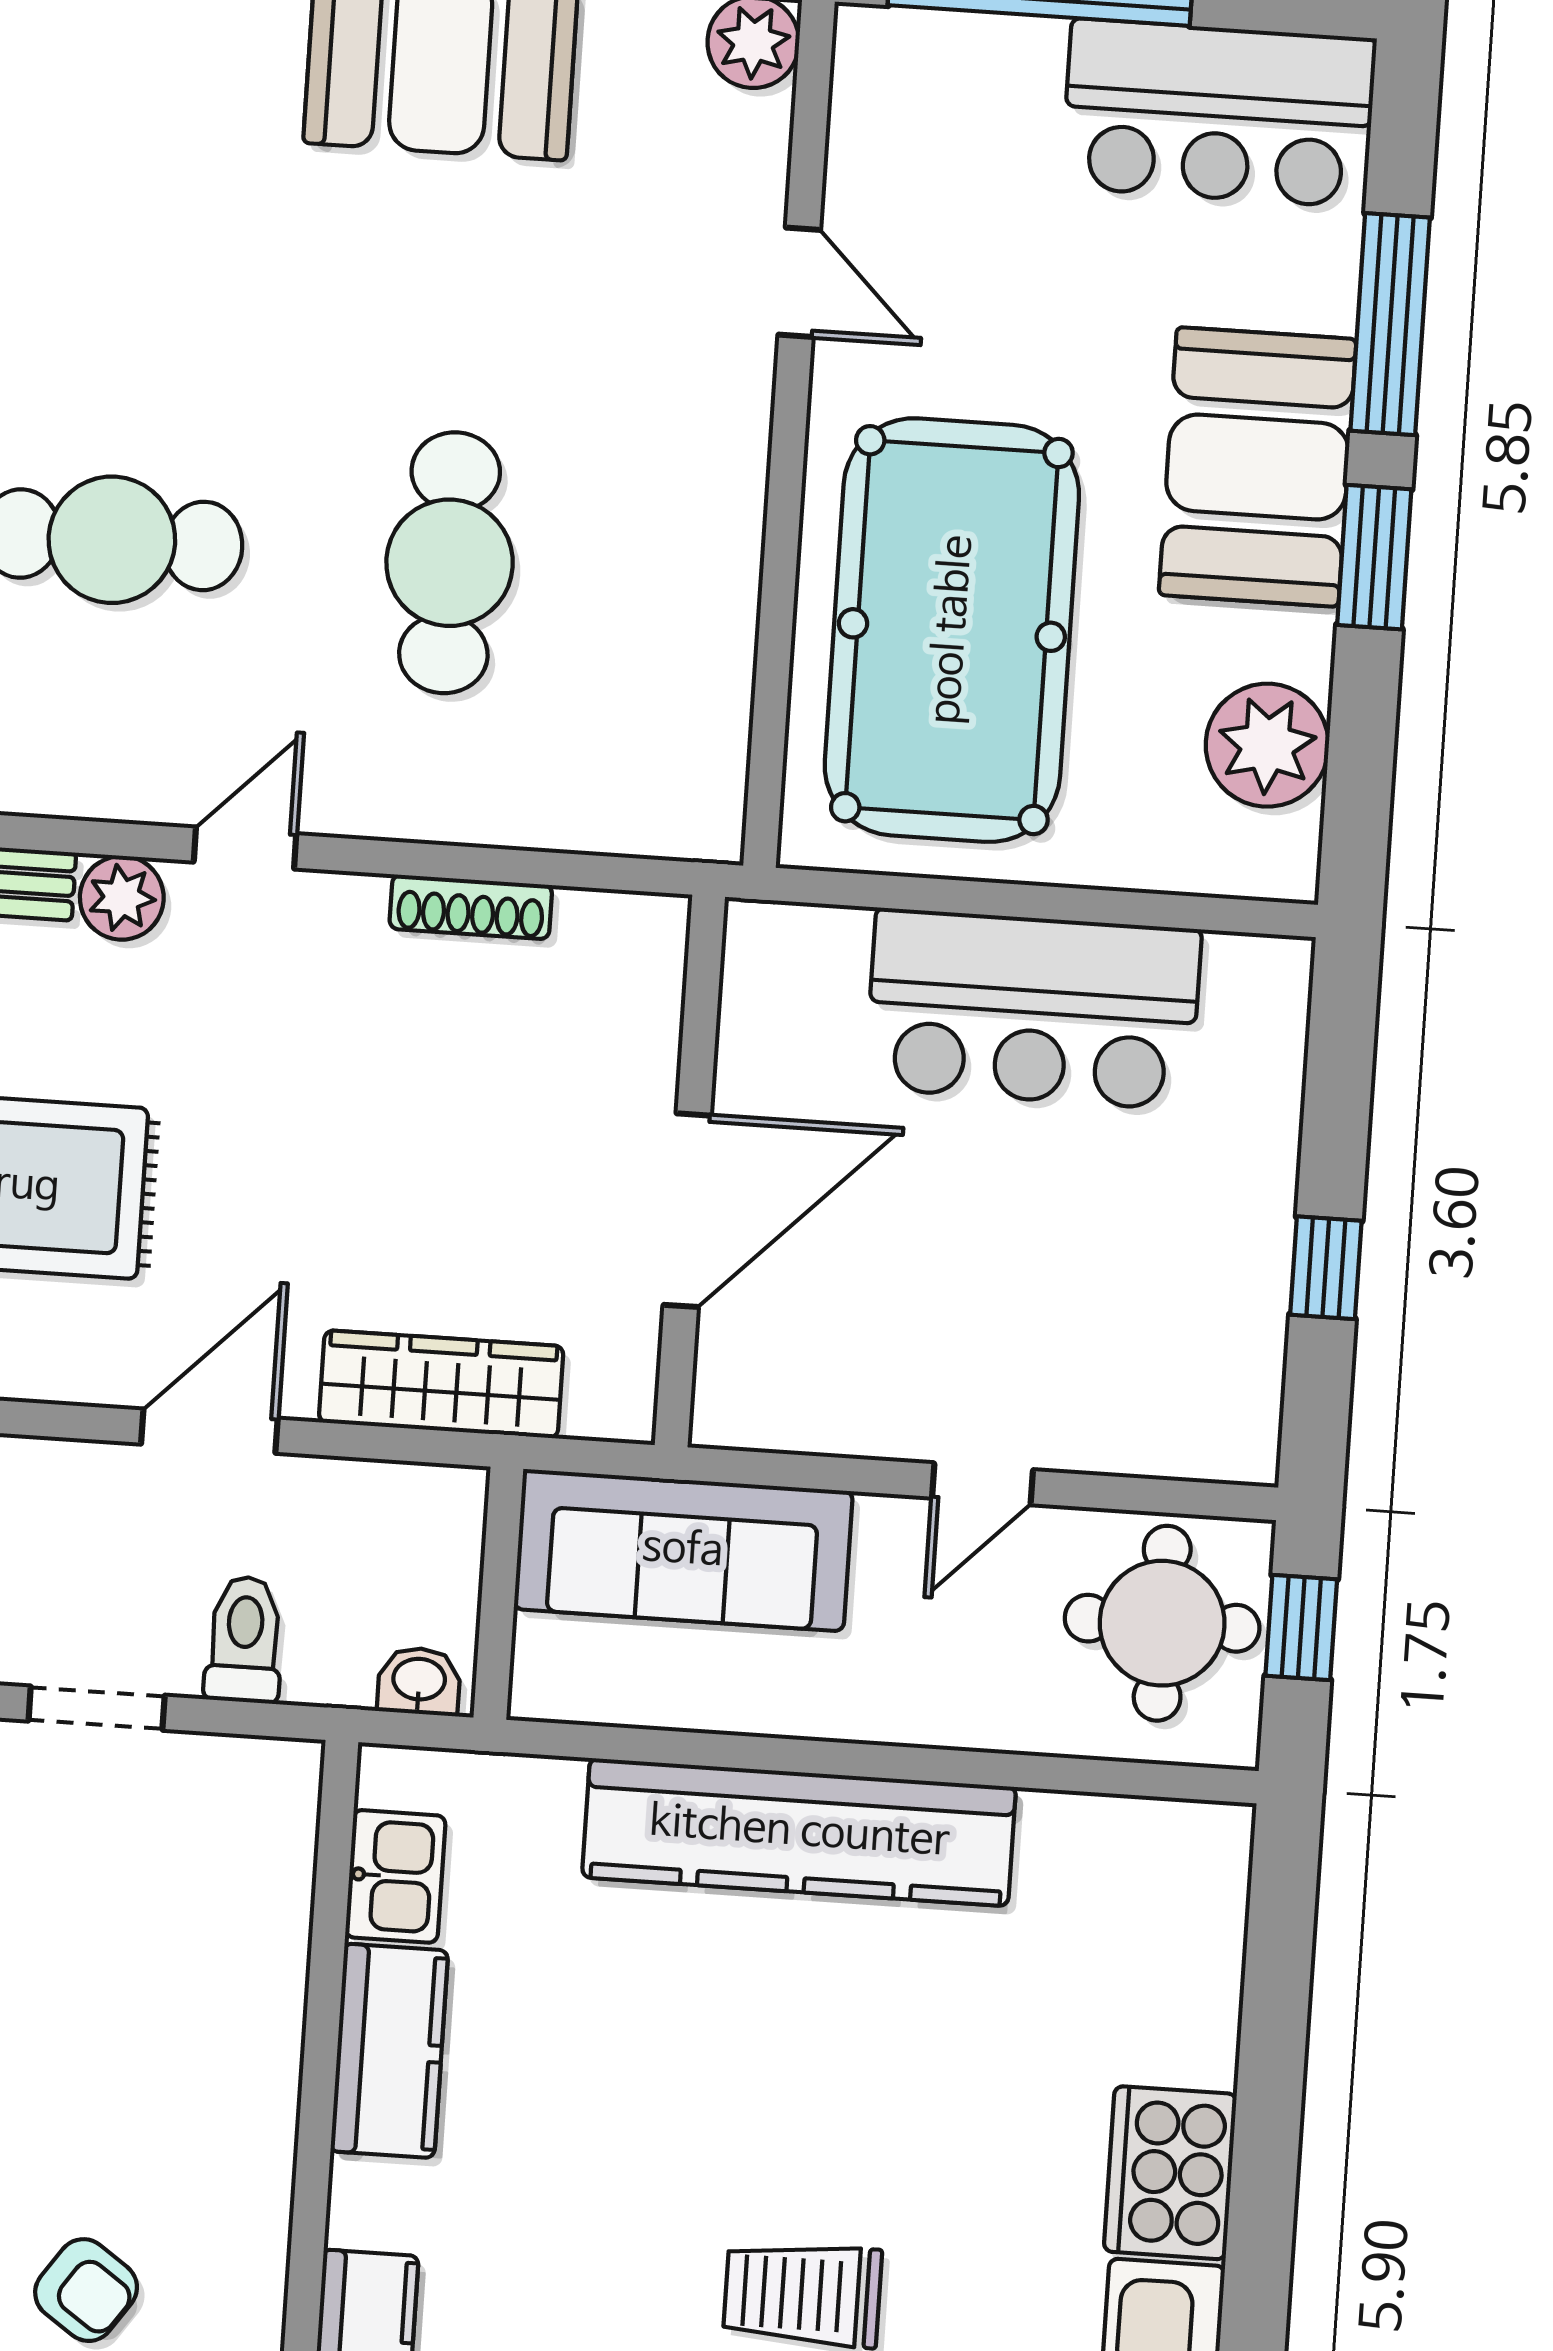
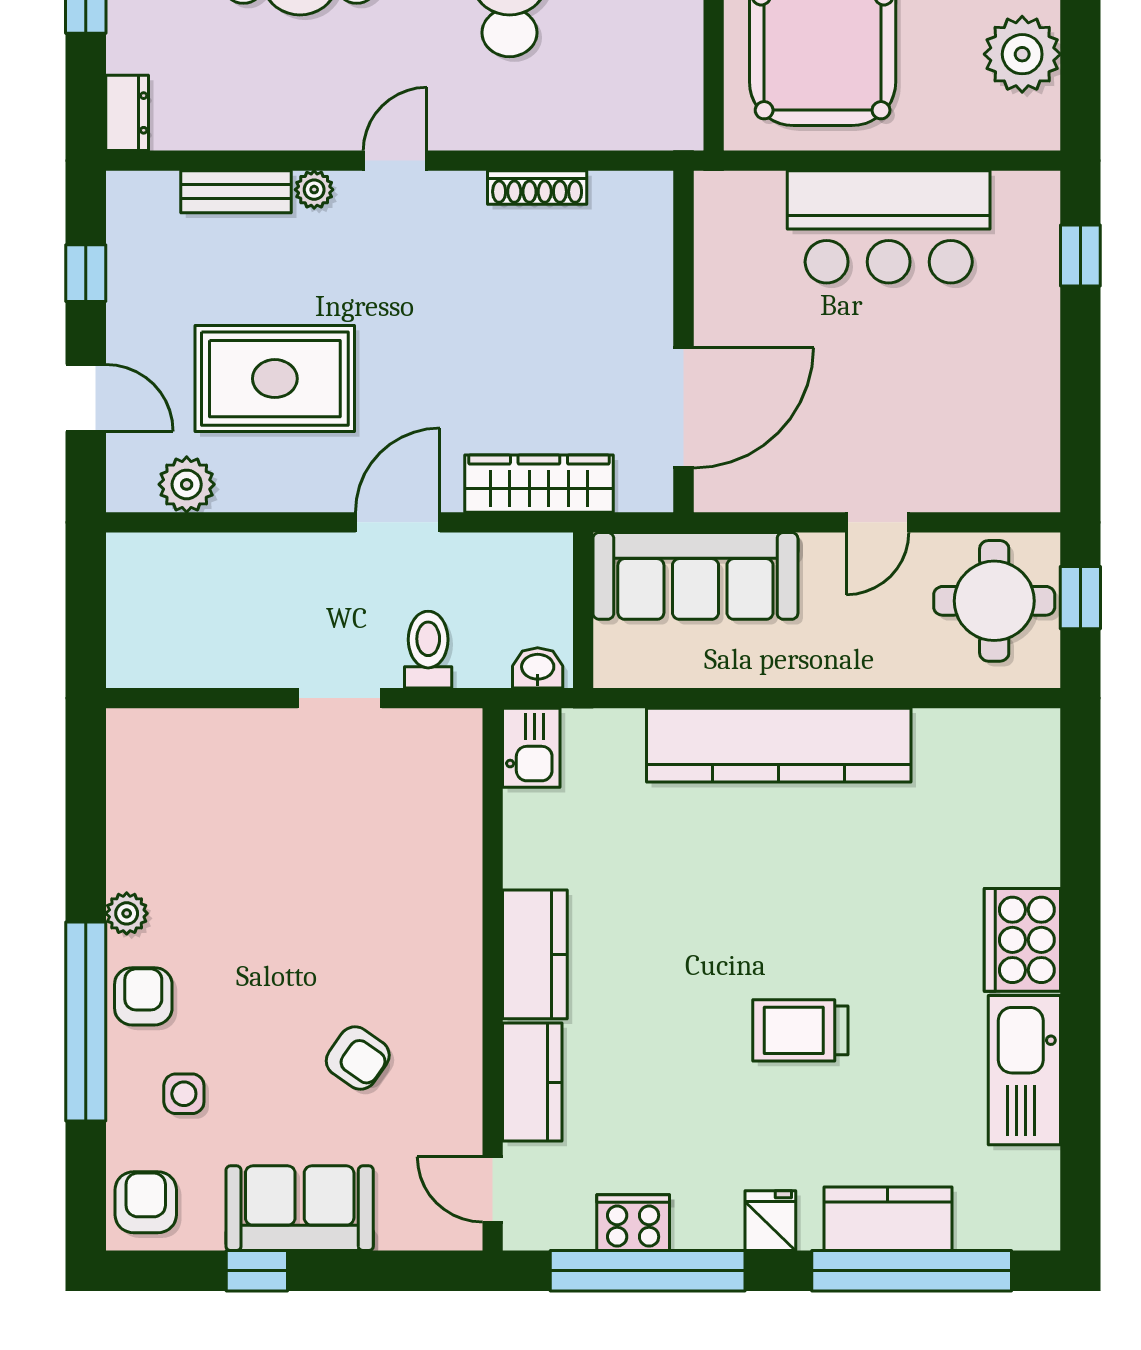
plant: (122, 898) -> (314, 190), width x0.73, depth x0.73
door: (687, 1210) -> (684, 408), moved
window: (1326, 1268) -> (1080, 256), moved
kitchen sink: (395, 1876) -> (531, 748), moved
kitchen counter: (389, 2051) -> (535, 954), moved

